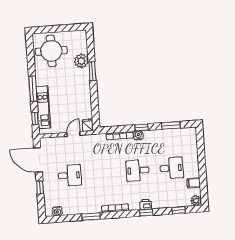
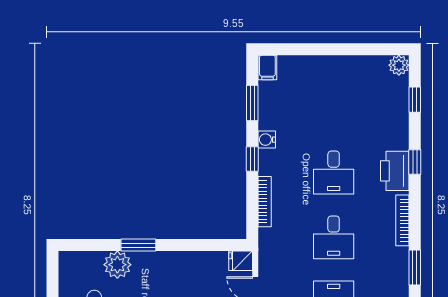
water cooler: (138, 135) -> (267, 140), moved
desk: (172, 168) -> (334, 237), moved, turned 180
filing cabinet: (194, 183) -> (267, 67), moved
printer: (146, 204) -> (395, 171), width x1.87, depth x1.48

